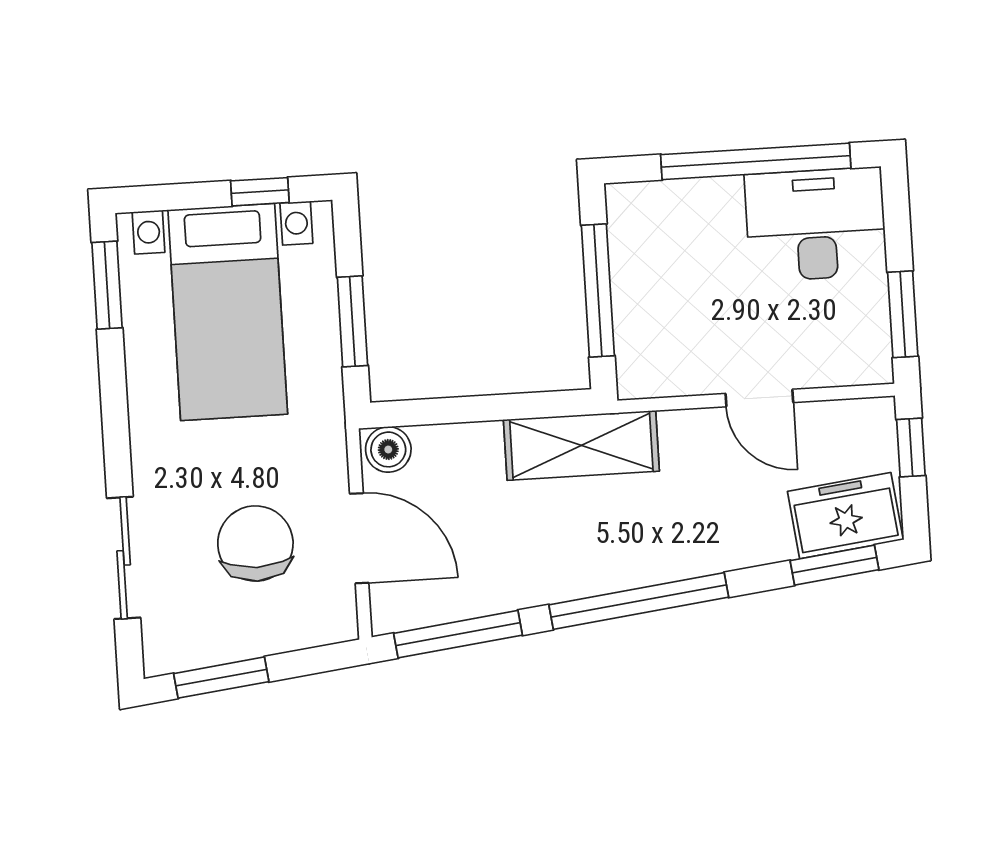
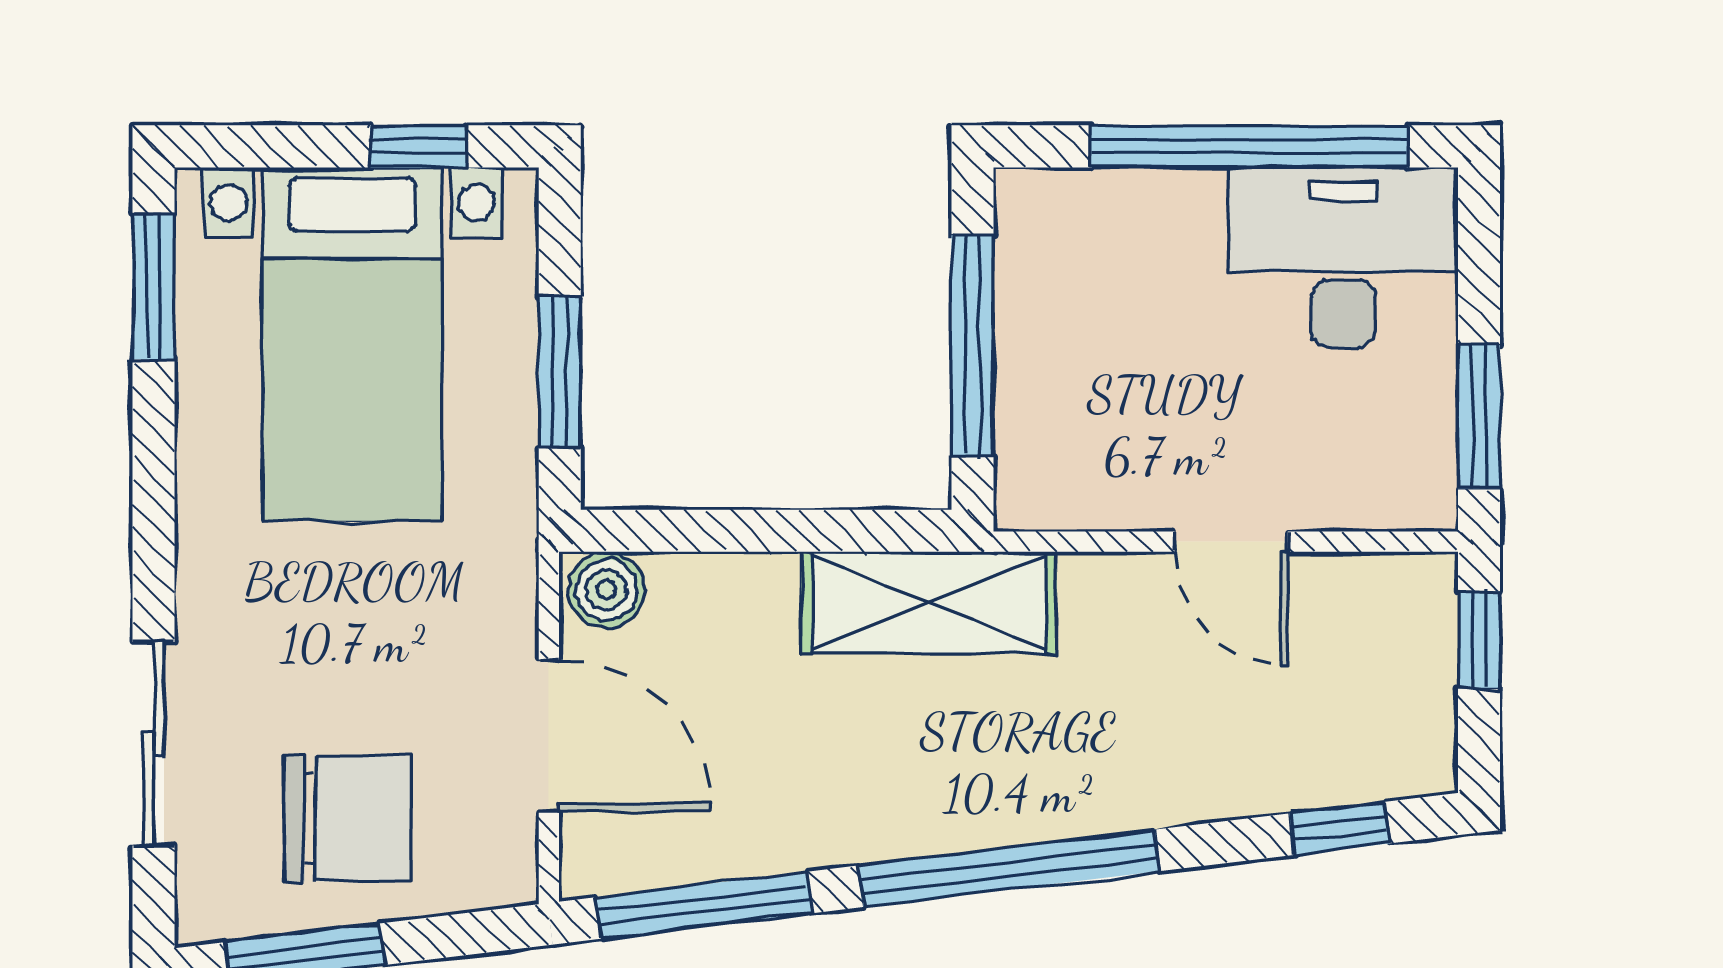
freezer: (845, 516) -> (1363, 747), removed
chair: (255, 543) -> (347, 819), moved, turned 90
window: (835, 565) -> (1340, 828), width x0.67

